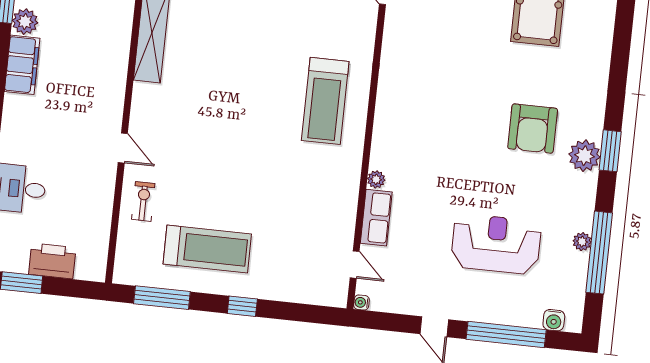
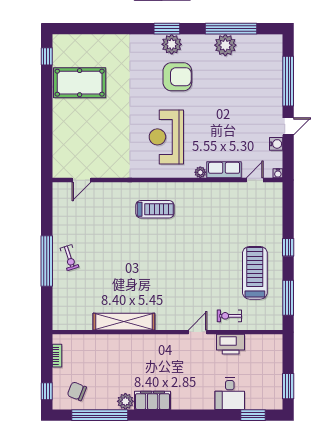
treadmill: (325, 101) -> (155, 209), width x0.73, depth x0.73
armchair: (533, 129) -> (177, 77), moved
plant: (582, 242) -> (225, 45), width x1.88, depth x1.88
reception desk: (496, 244) -> (166, 137), moved
printer: (52, 261) -> (231, 344), moved, turned -90
water cooler: (554, 320) -> (276, 144), moved

